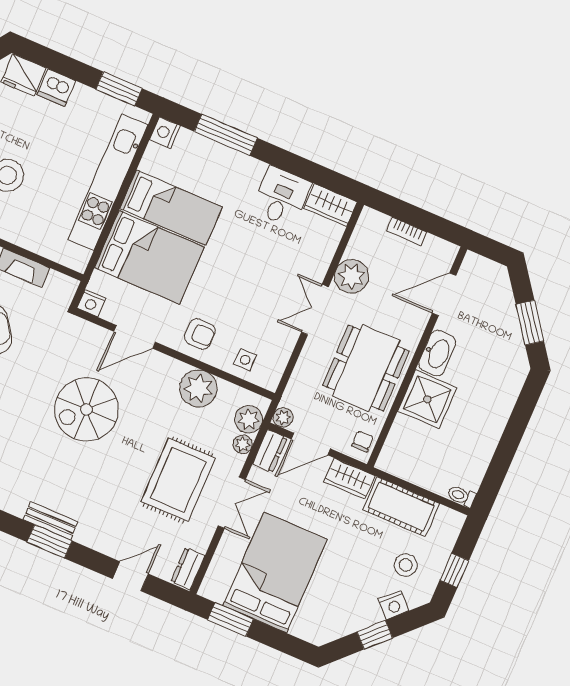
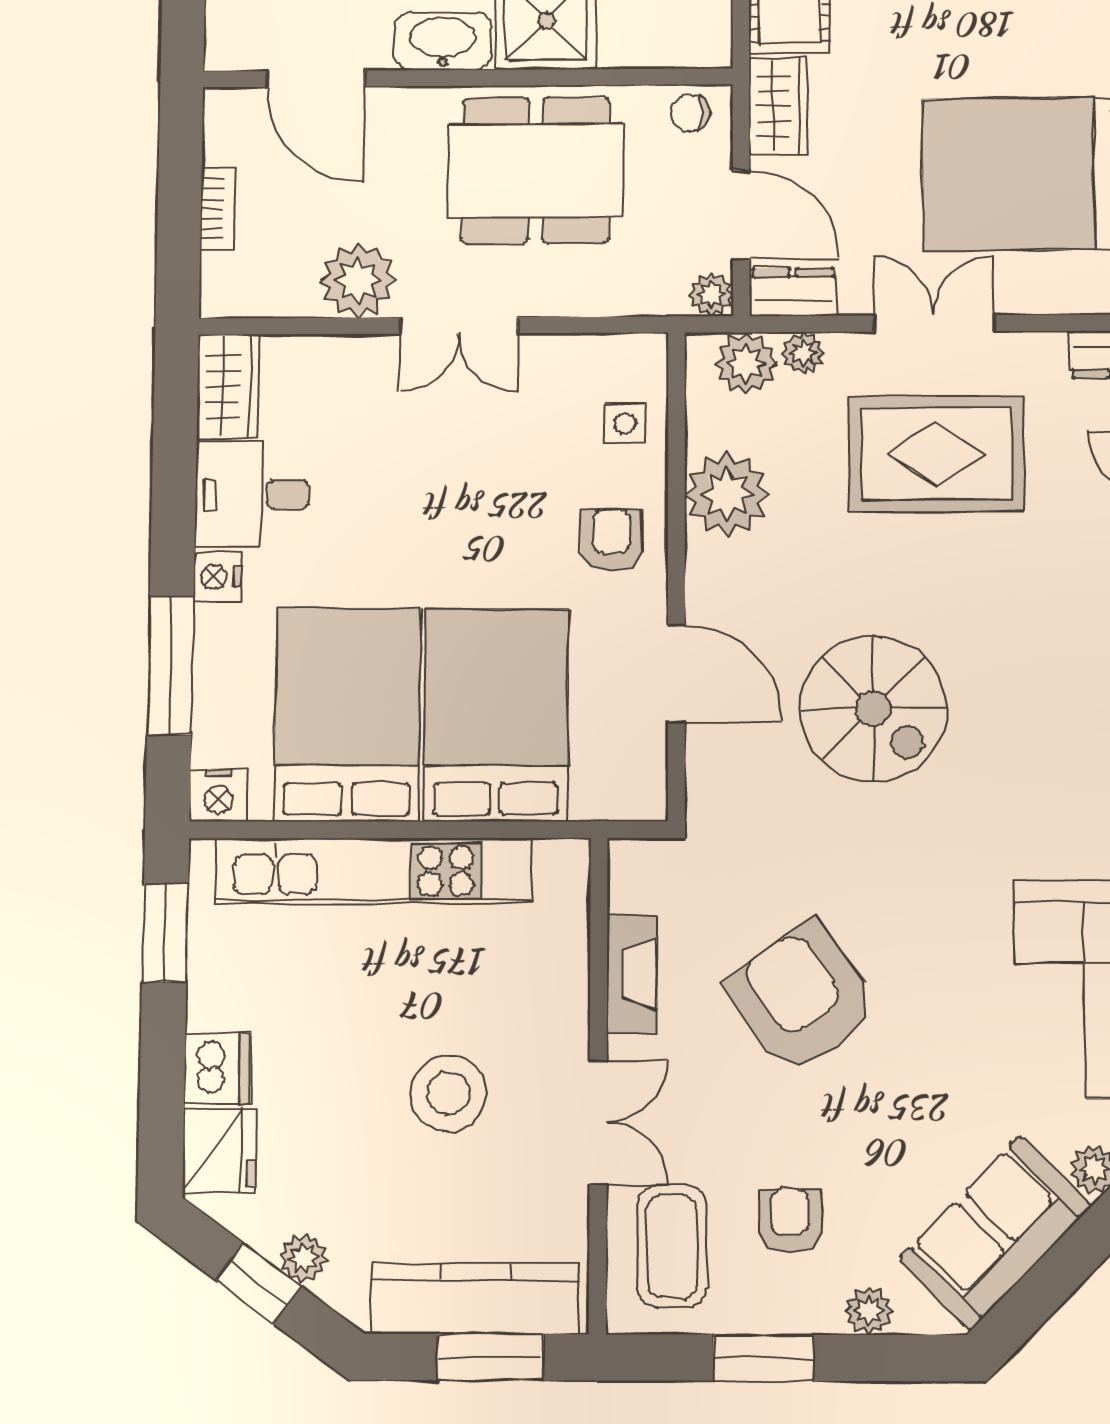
bed: (171, 208) -> (348, 714), width x1.50
nightstand: (91, 303) -> (217, 577), moved, turned 180

